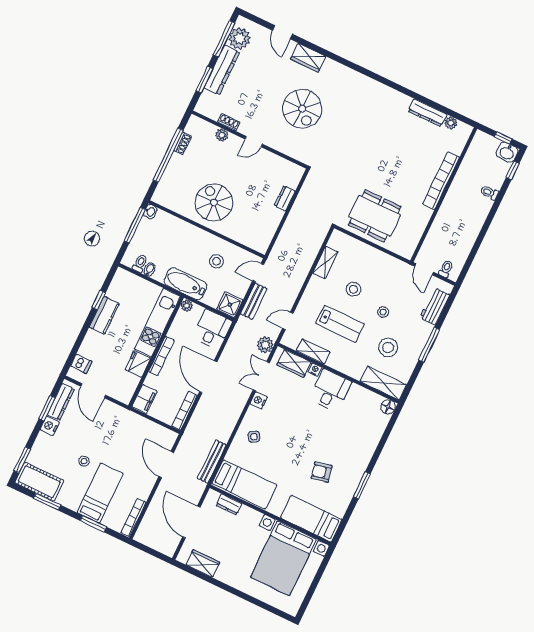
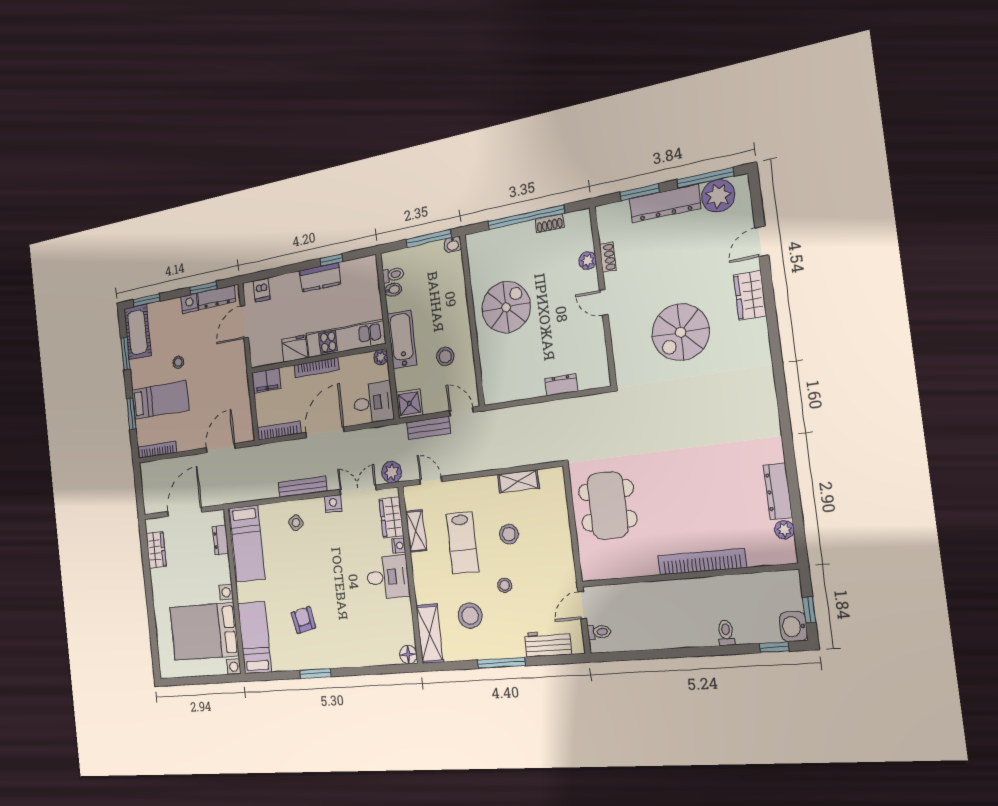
bench: (212, 461) -> (303, 487), moved

